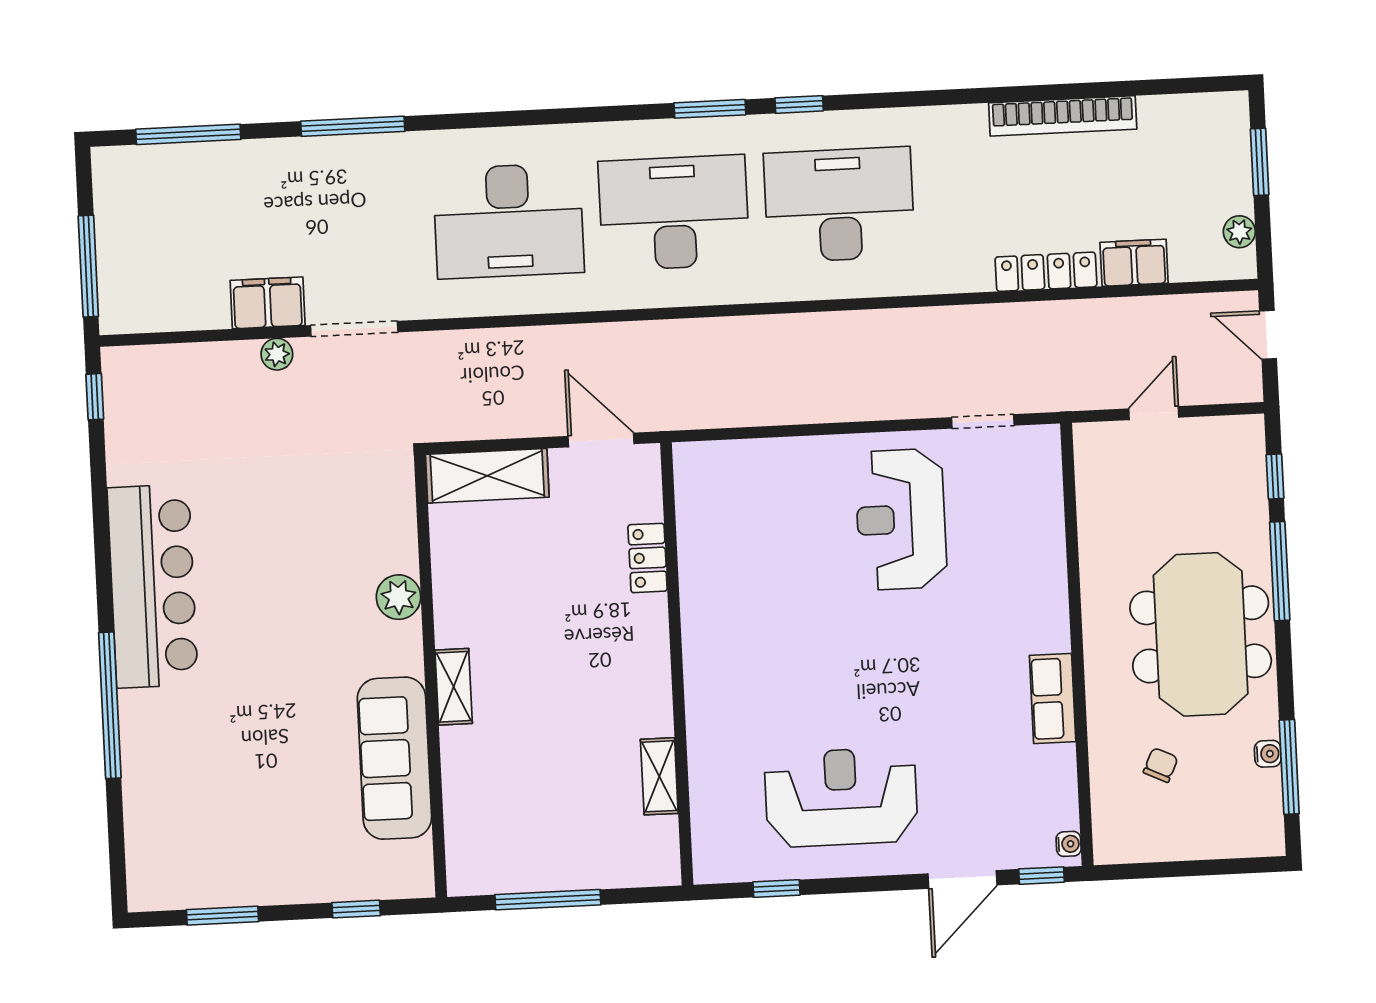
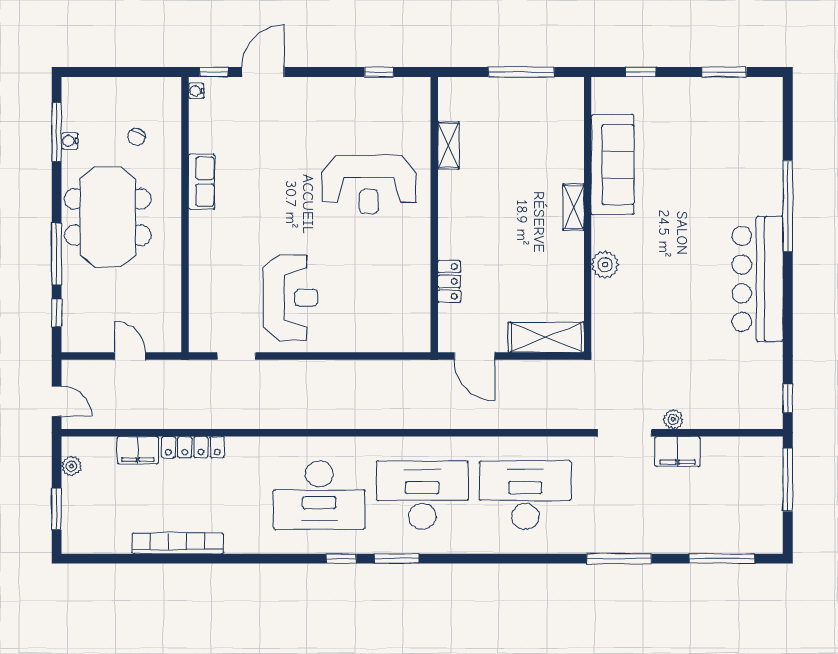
desk: (674, 213) -> (422, 495), turned 180
door: (1154, 413) -> (130, 356), swing flipped
reception desk: (841, 797) -> (369, 185), moved

